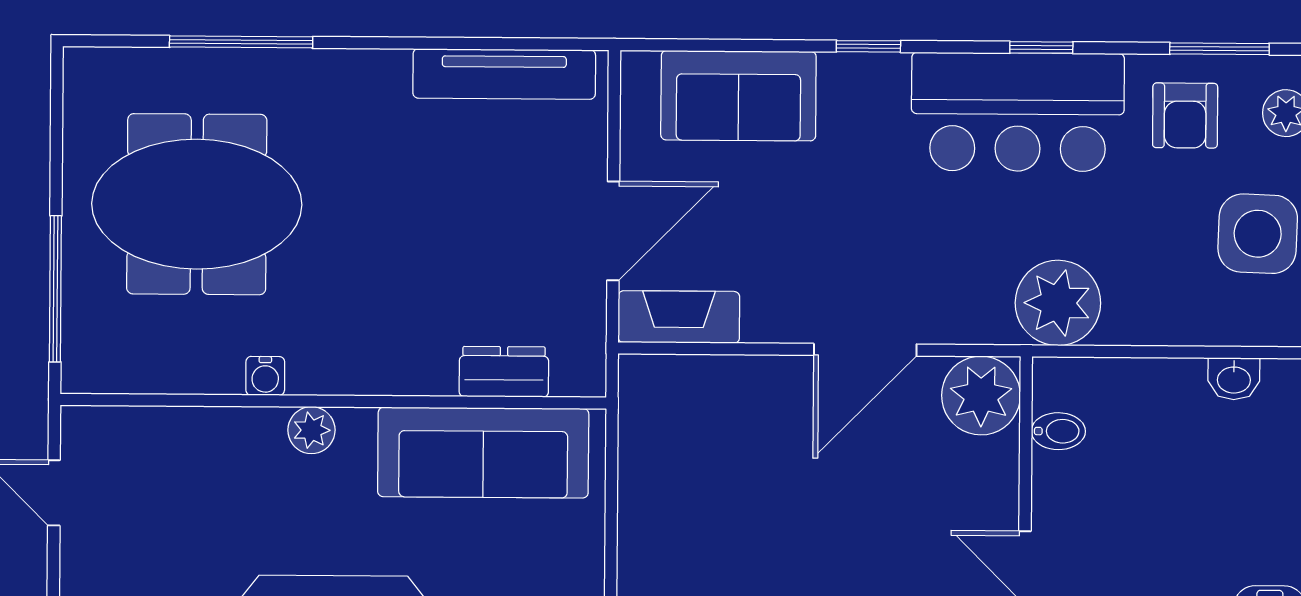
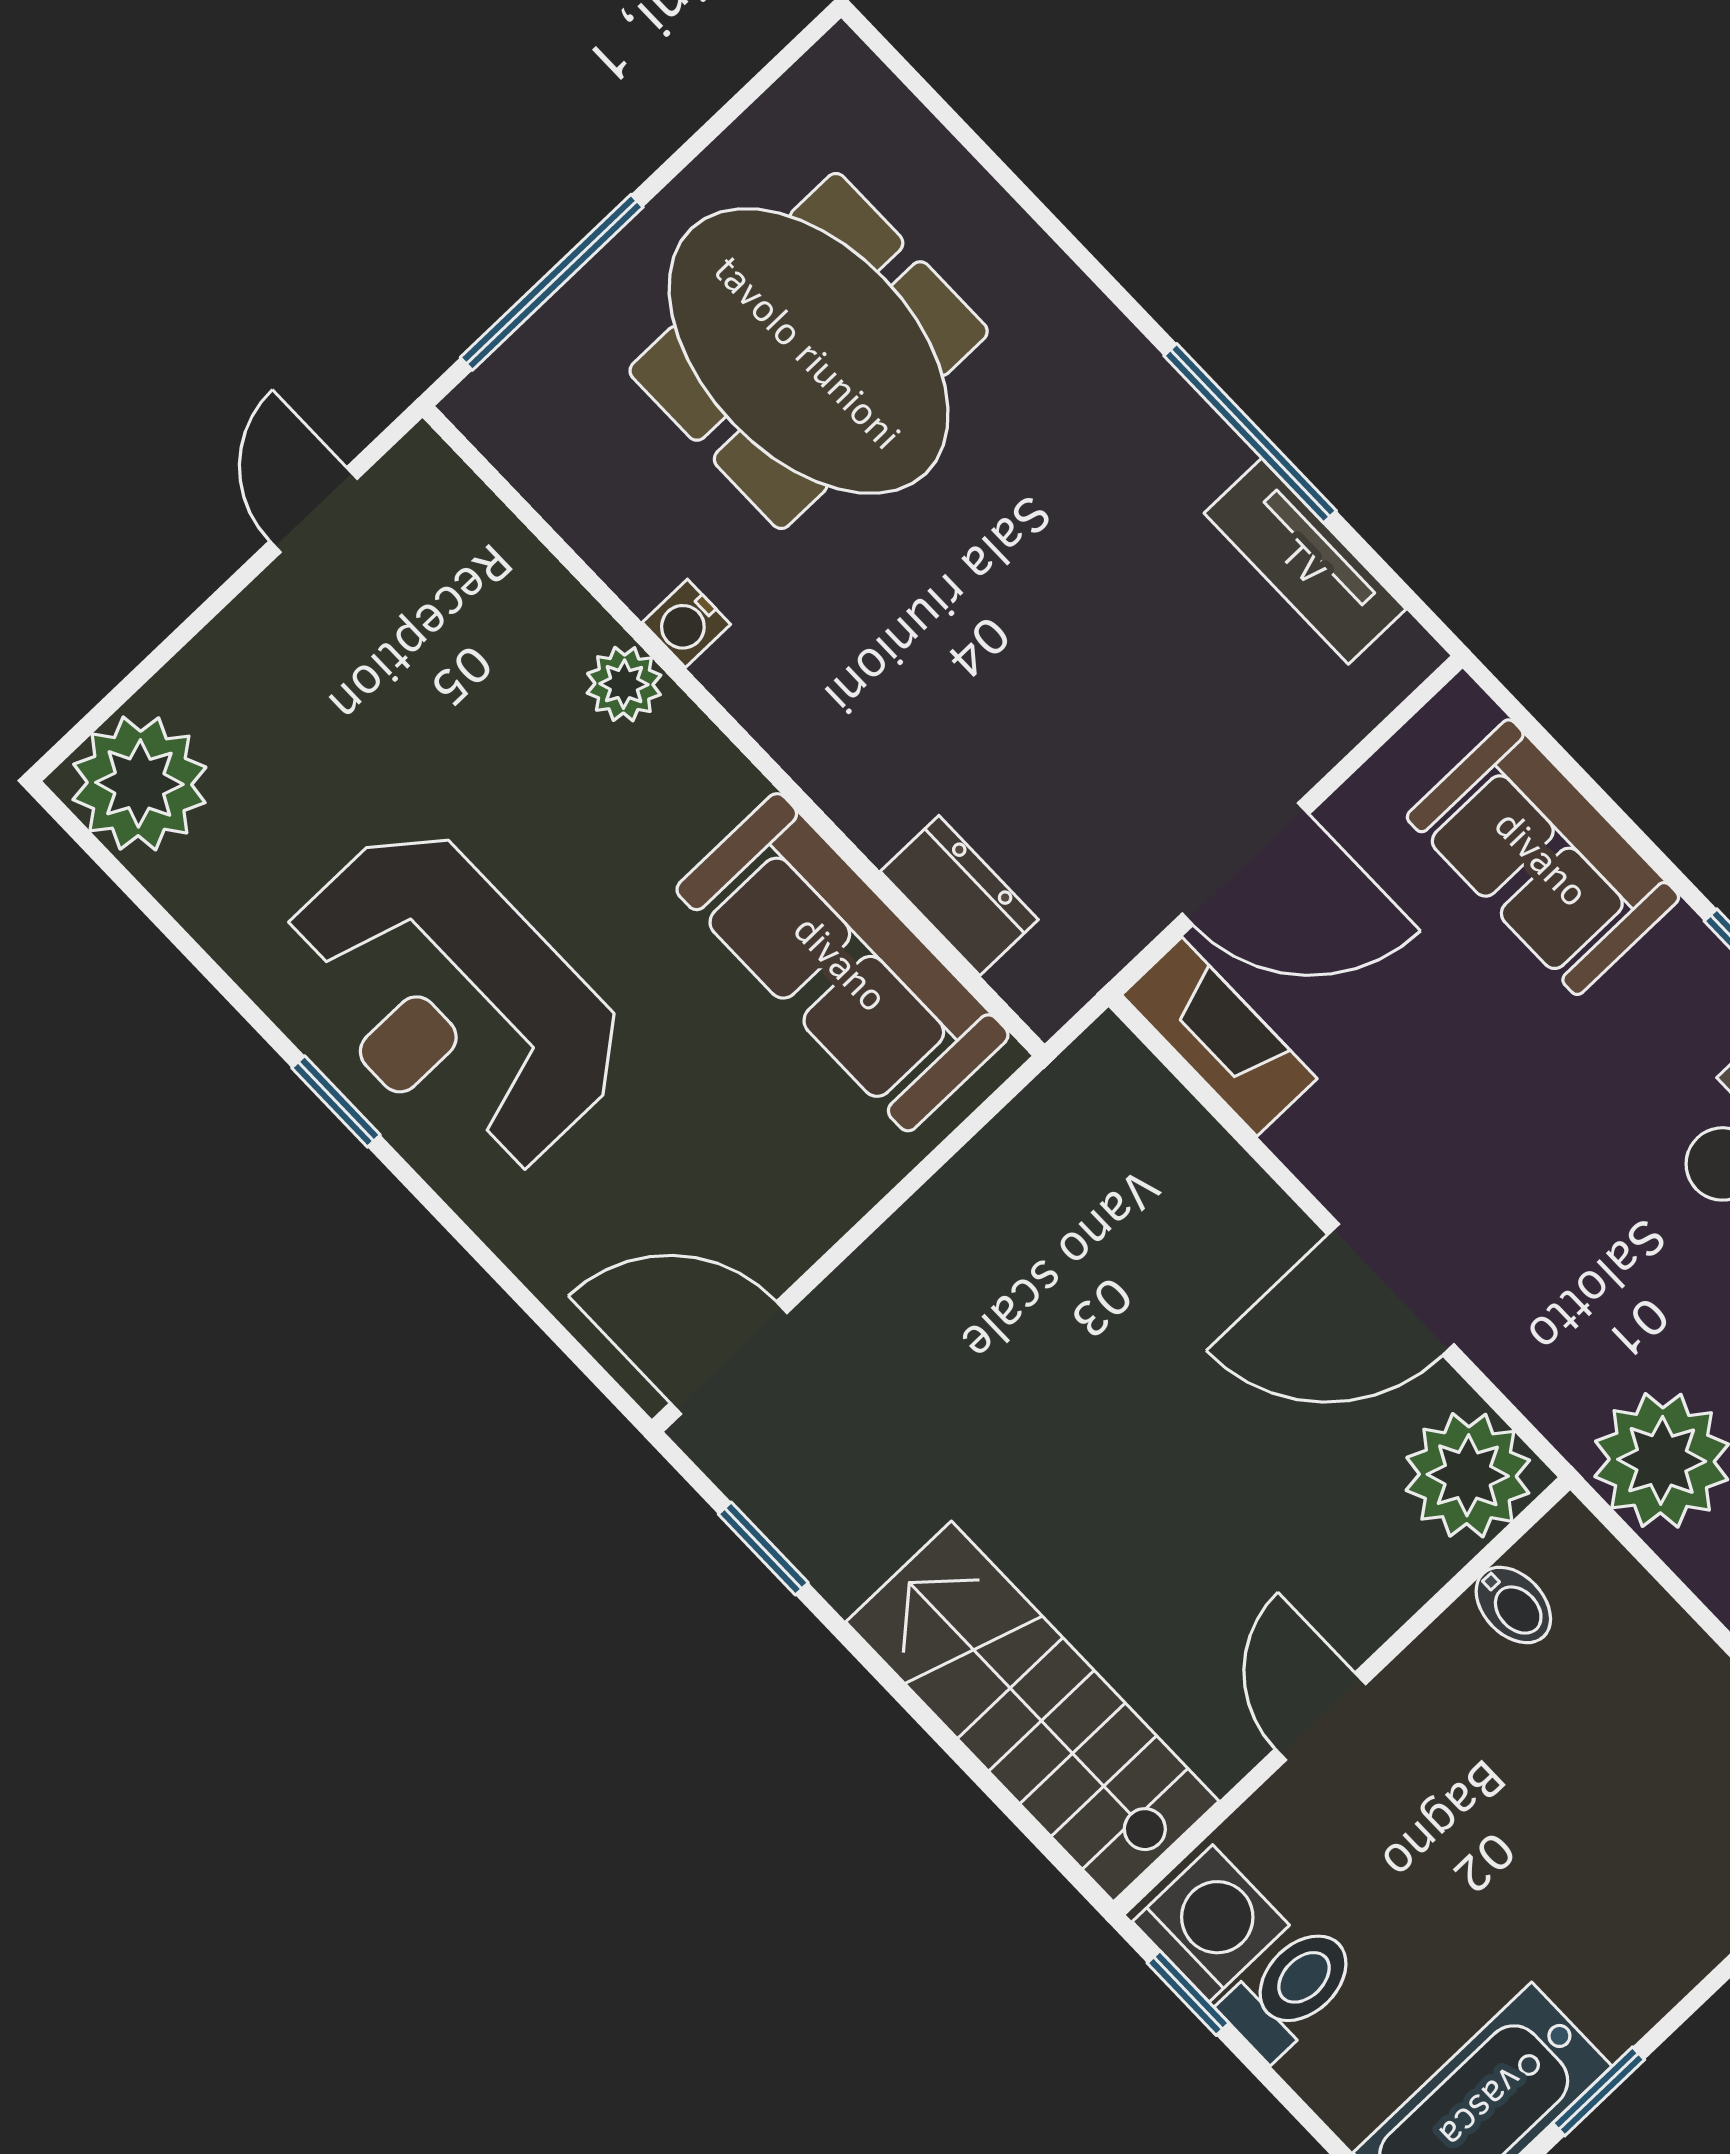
window: (241, 42) -> (1250, 433), moved
tv unit: (504, 74) -> (1305, 561), width x0.71
plant: (311, 430) -> (624, 684), moved

